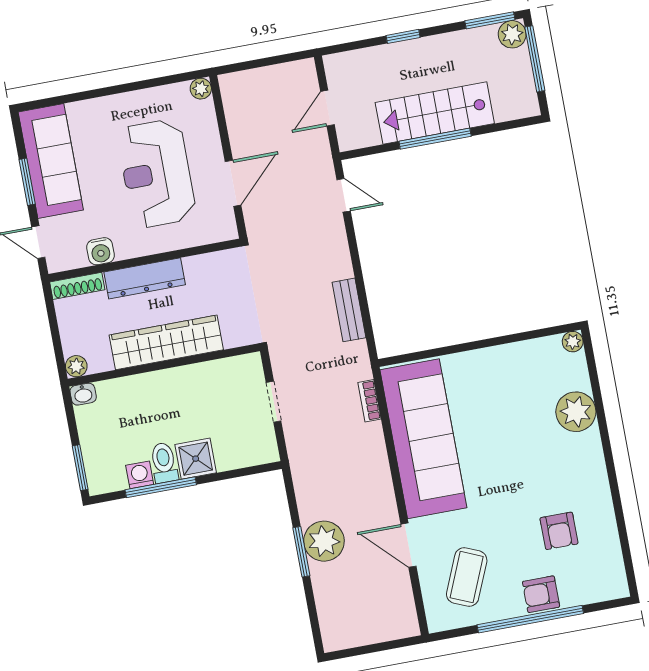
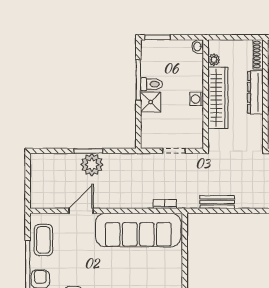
plant: (76, 366) -> (214, 60), moved
washing machine: (140, 475) -> (197, 99), moved, turned 180
coffee table: (467, 577) -> (43, 240), moved, turned 67

